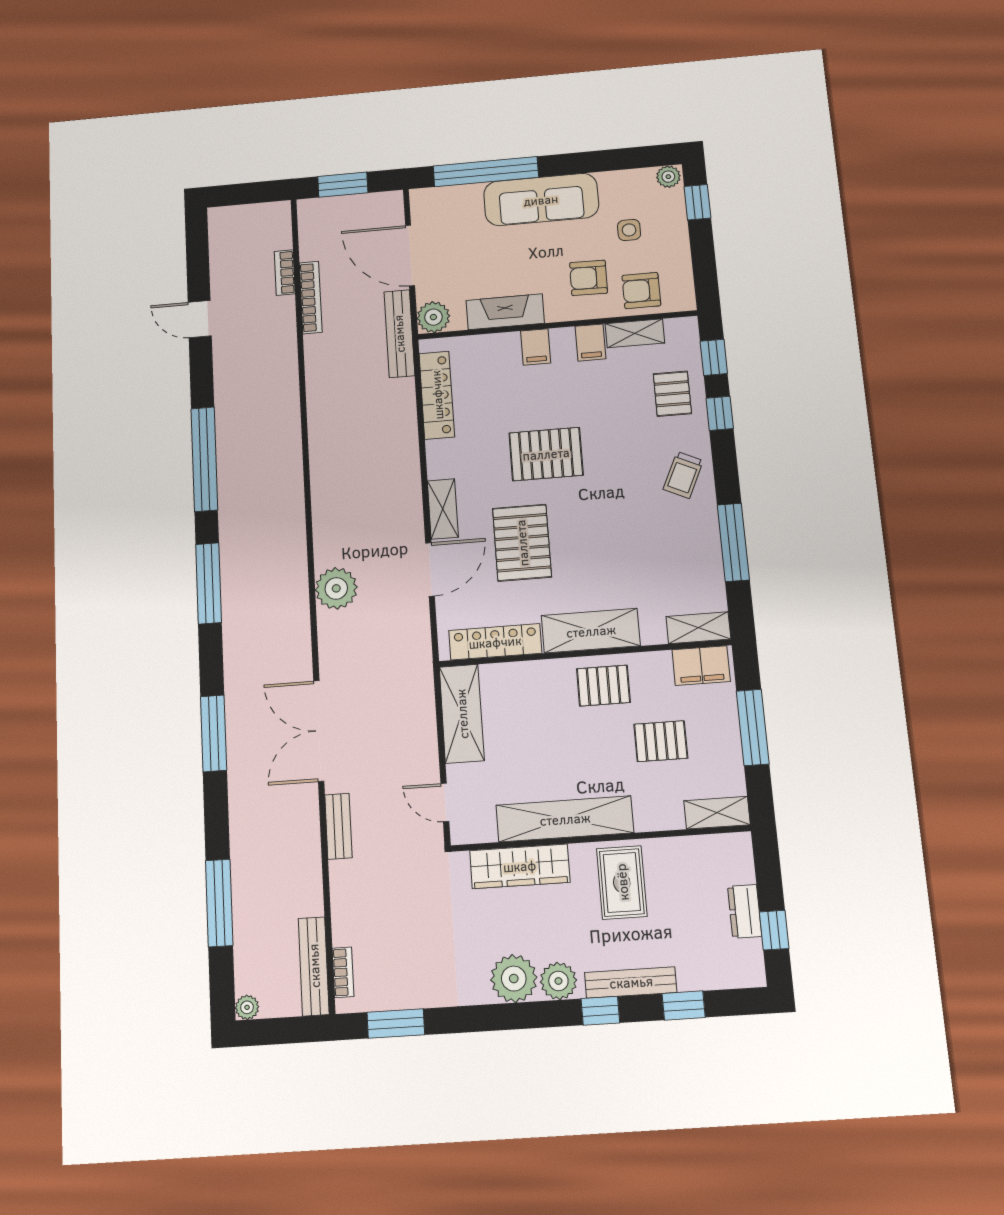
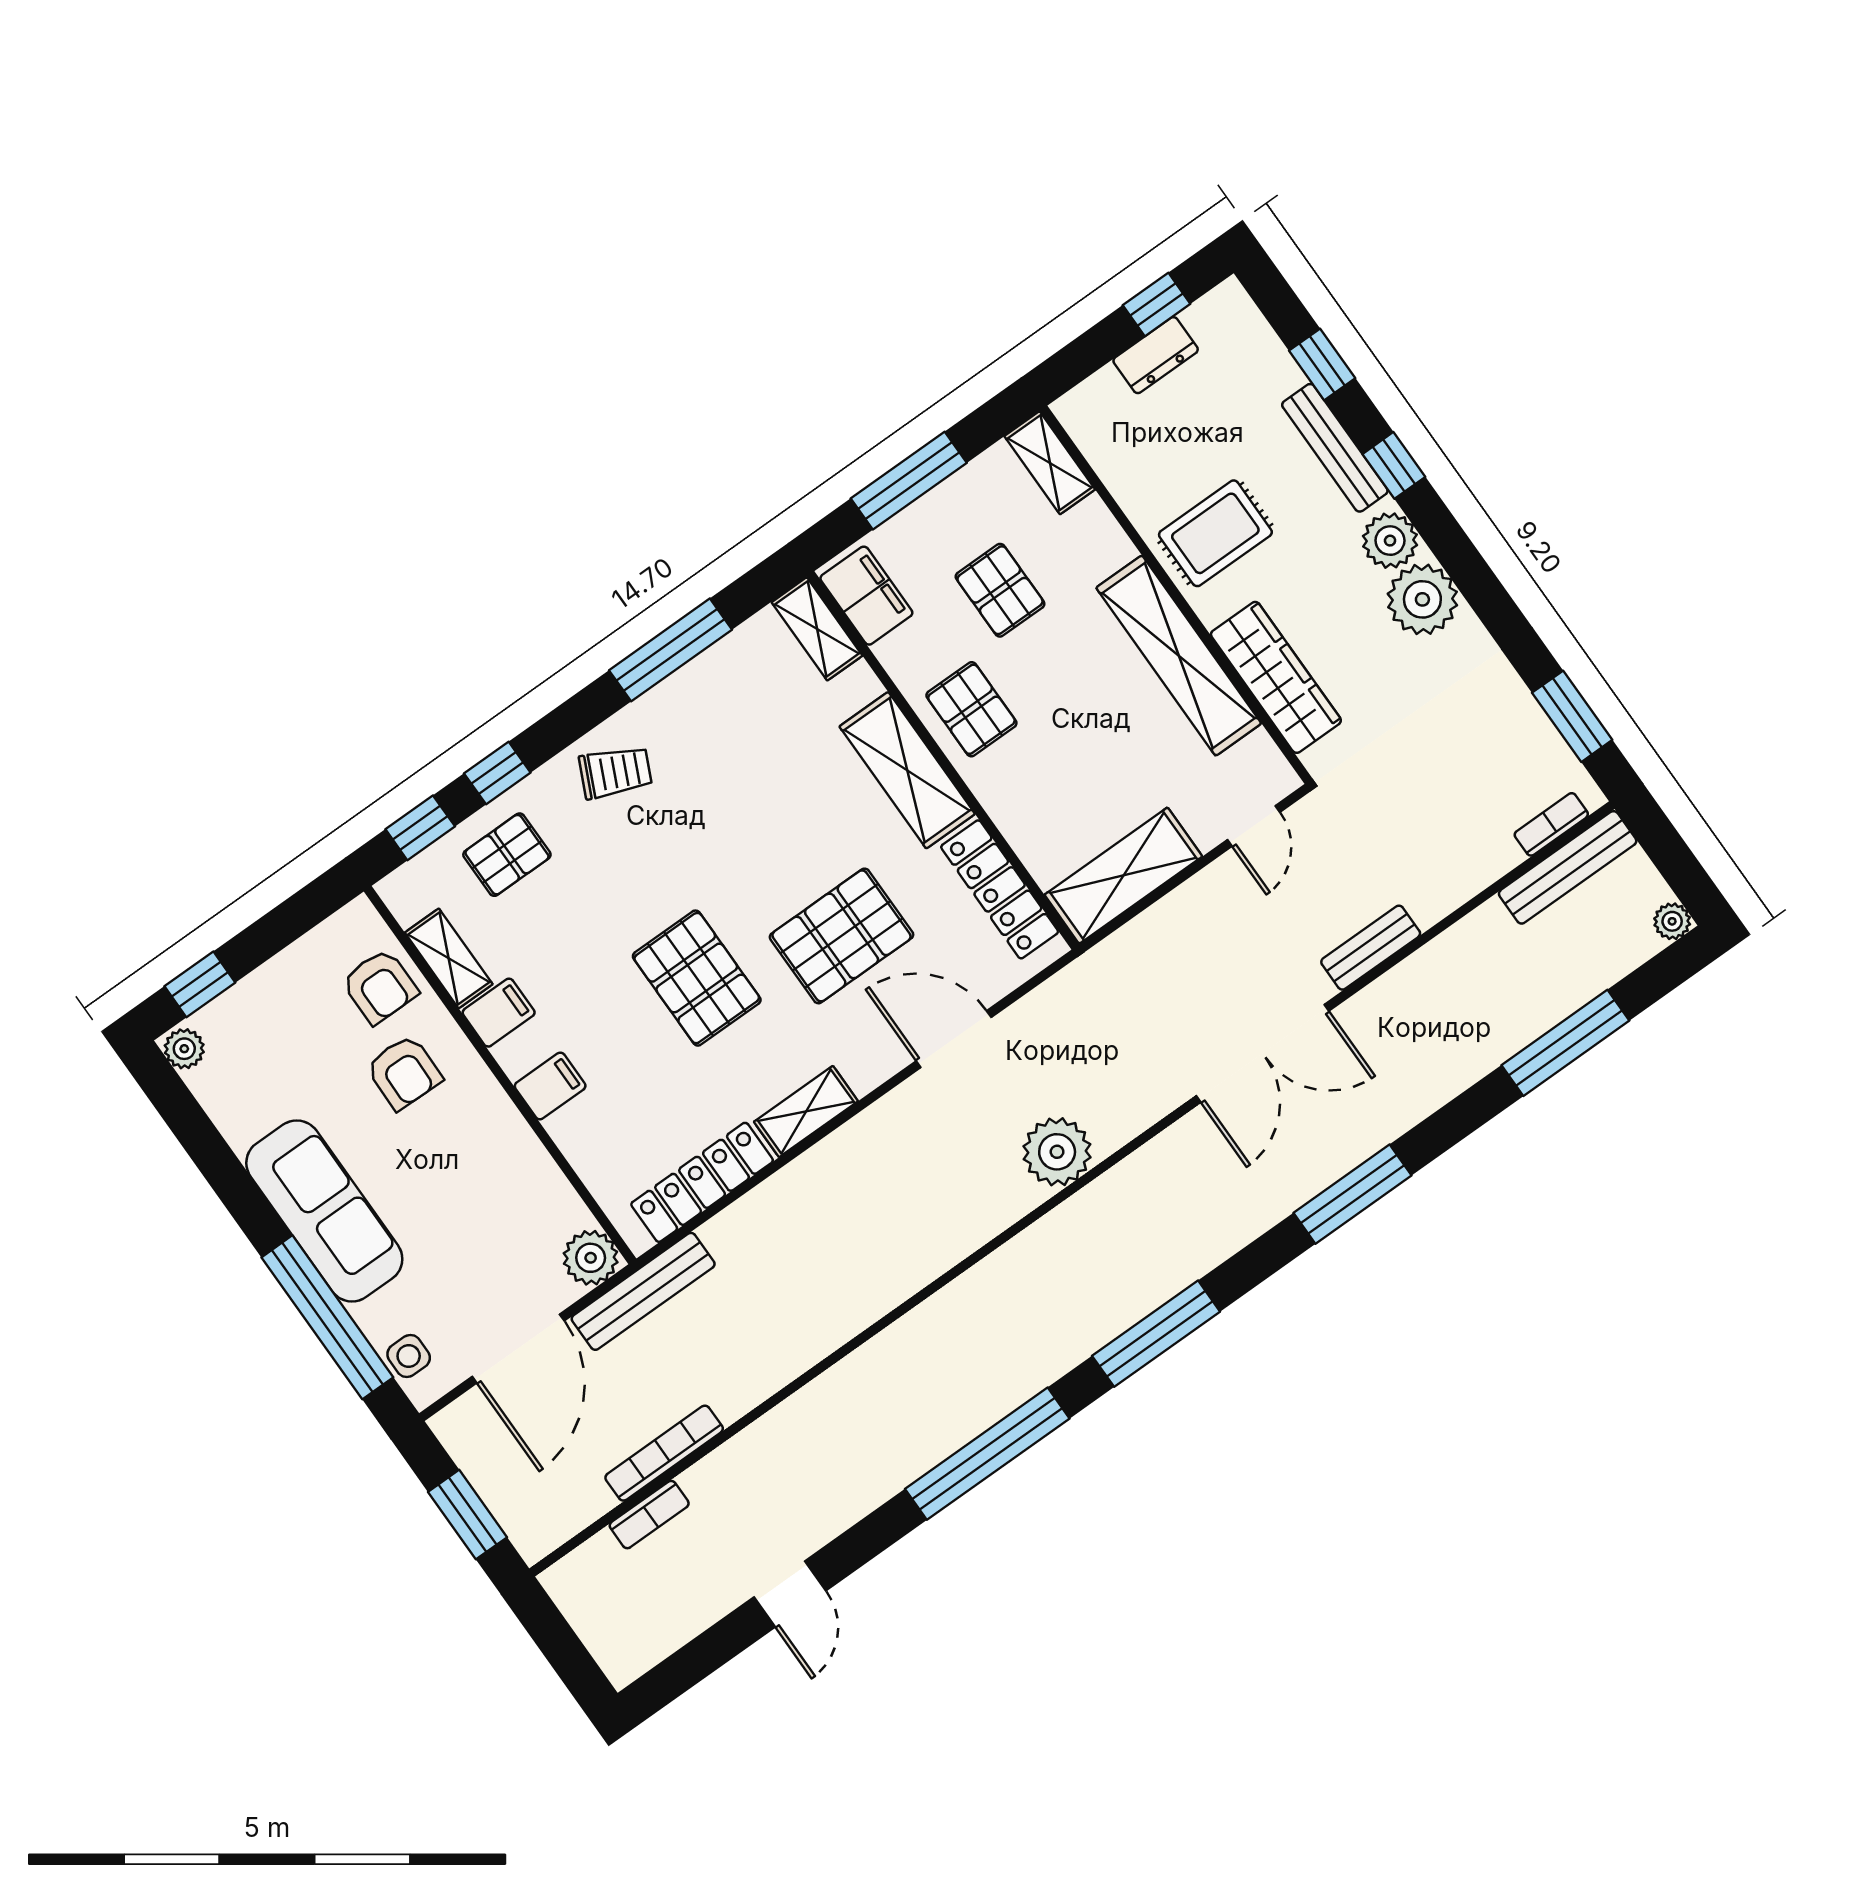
side table: (629, 230) -> (409, 1356), moved
fireplace: (505, 312) -> (523, 1160), removed
shelving: (443, 509) -> (806, 1111), moved

